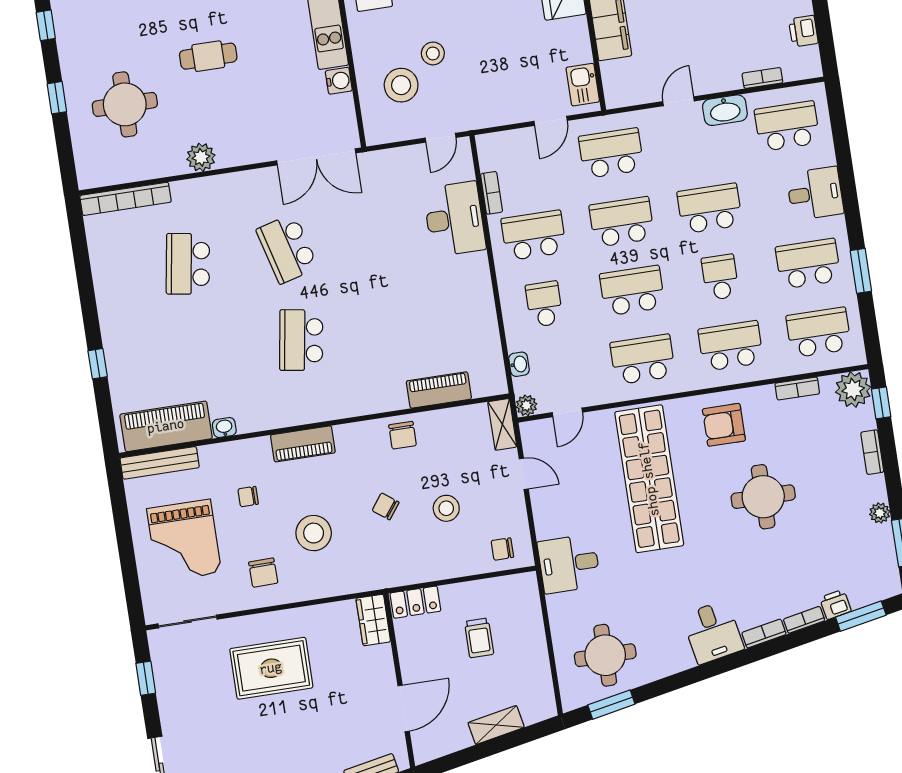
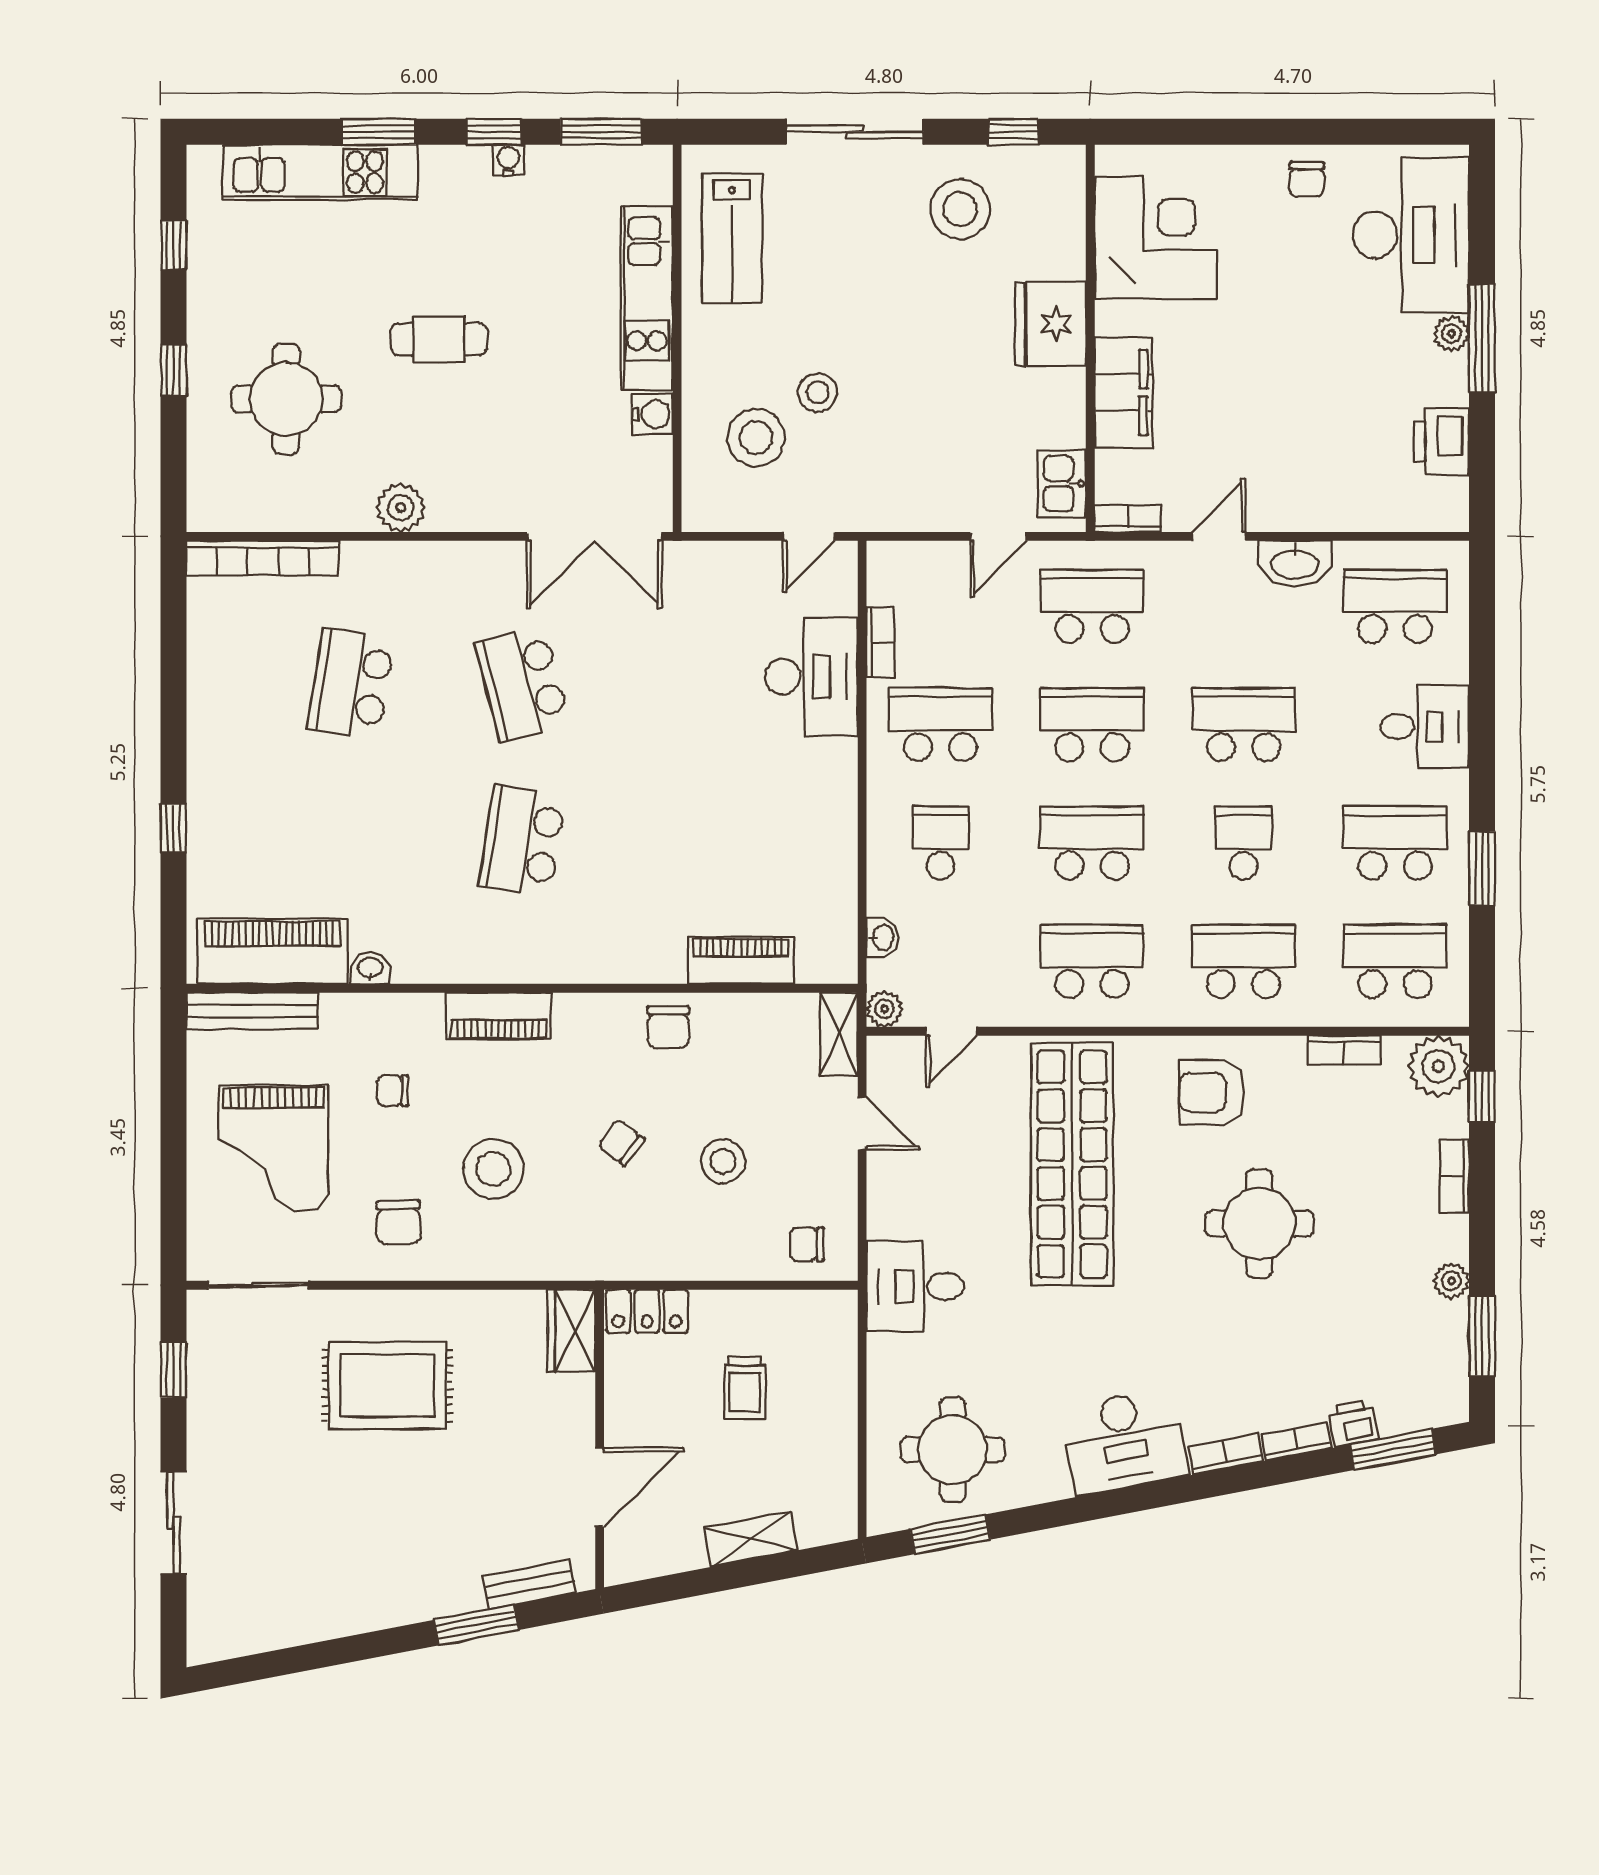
printer: (803, 31) -> (1442, 441), width x1.36, depth x1.24
bookcase: (762, 78) -> (1128, 519), moved
desk: (713, 632) -> (1124, 1441), width x1.37

